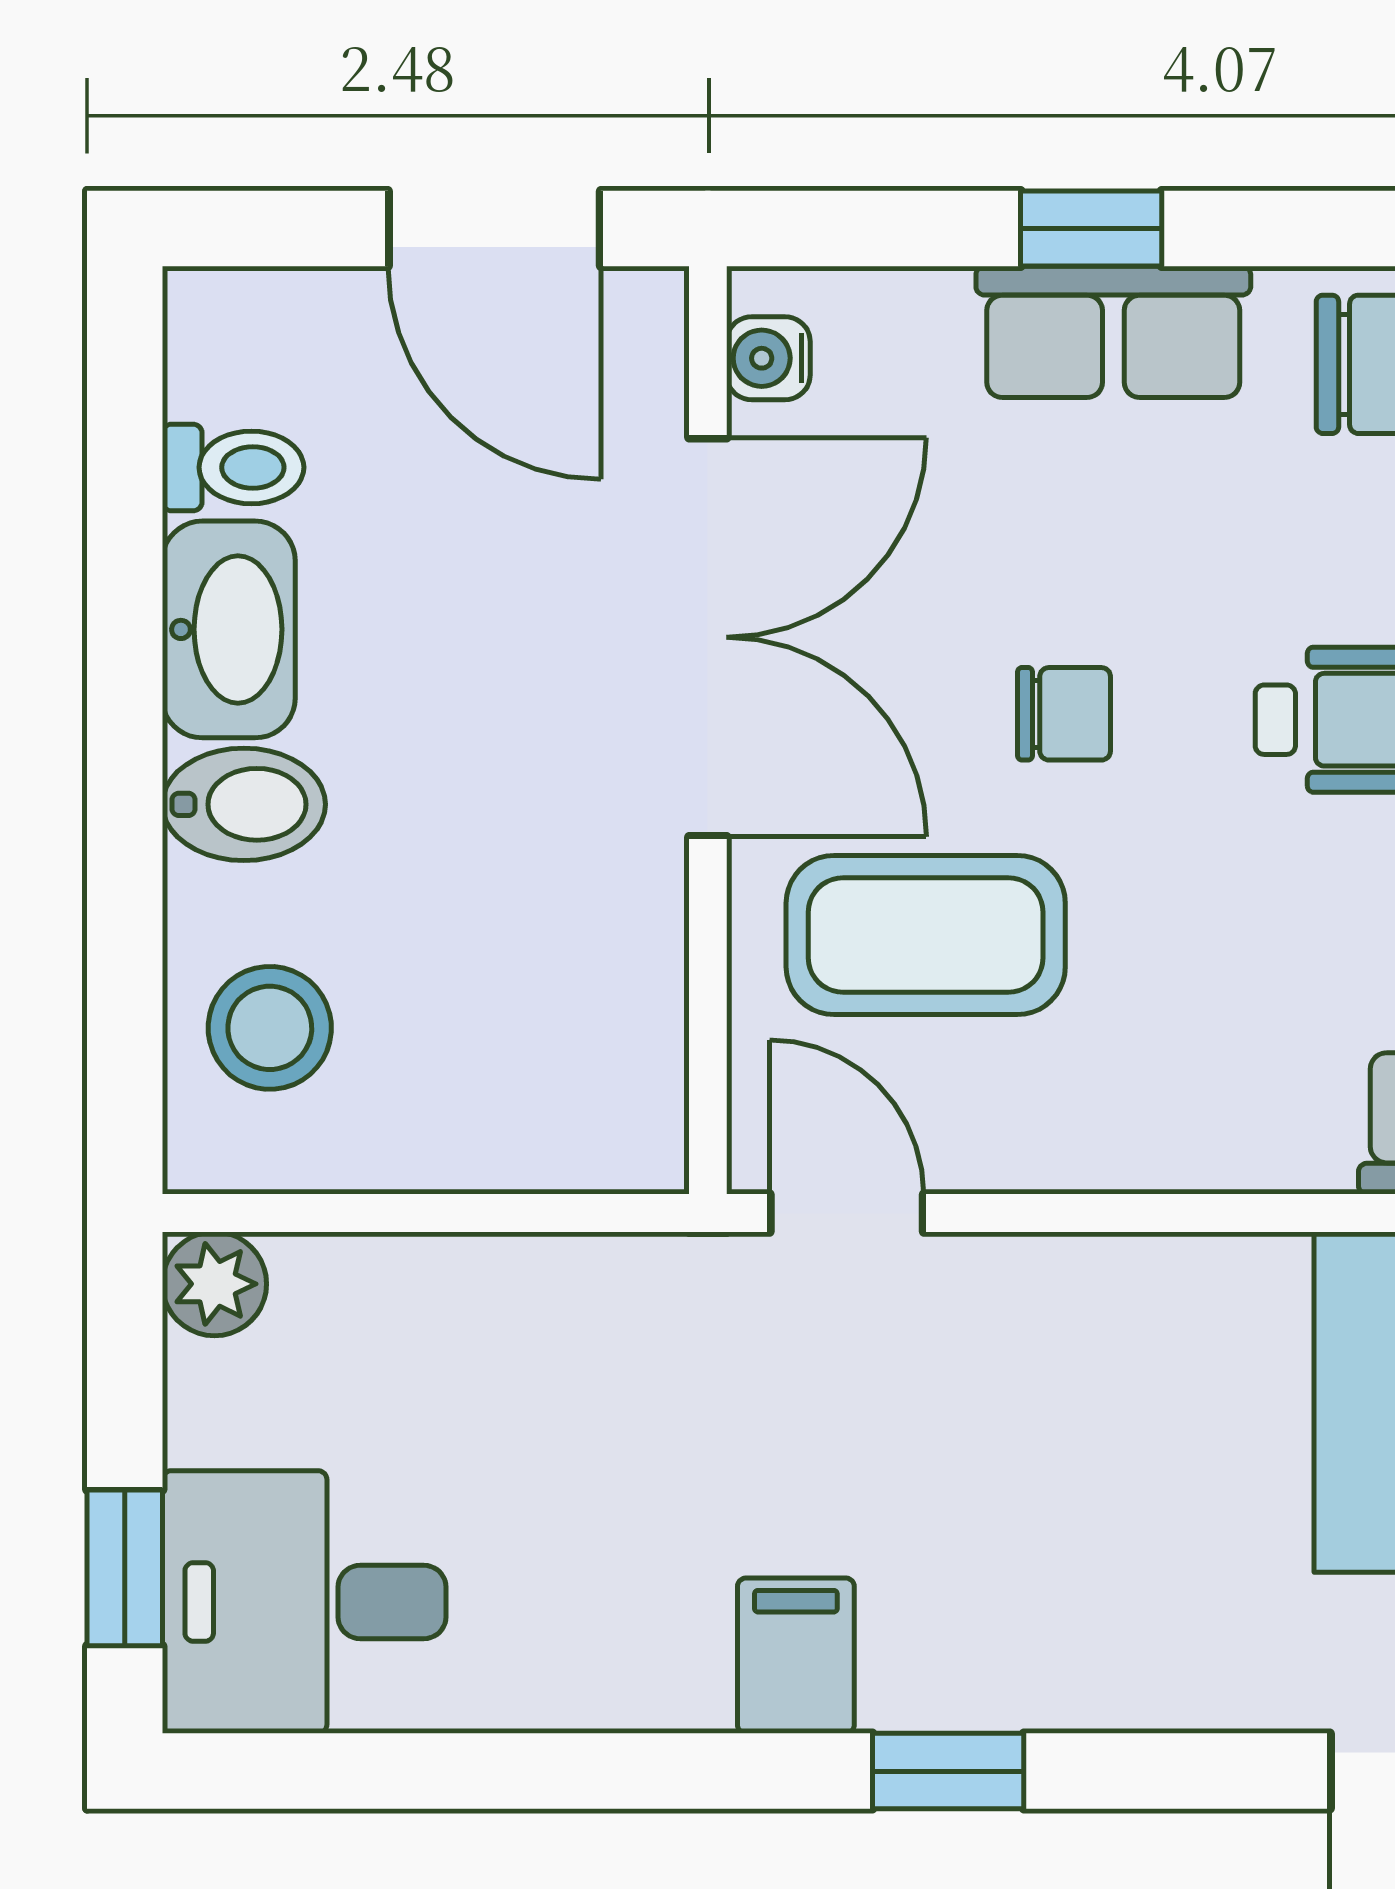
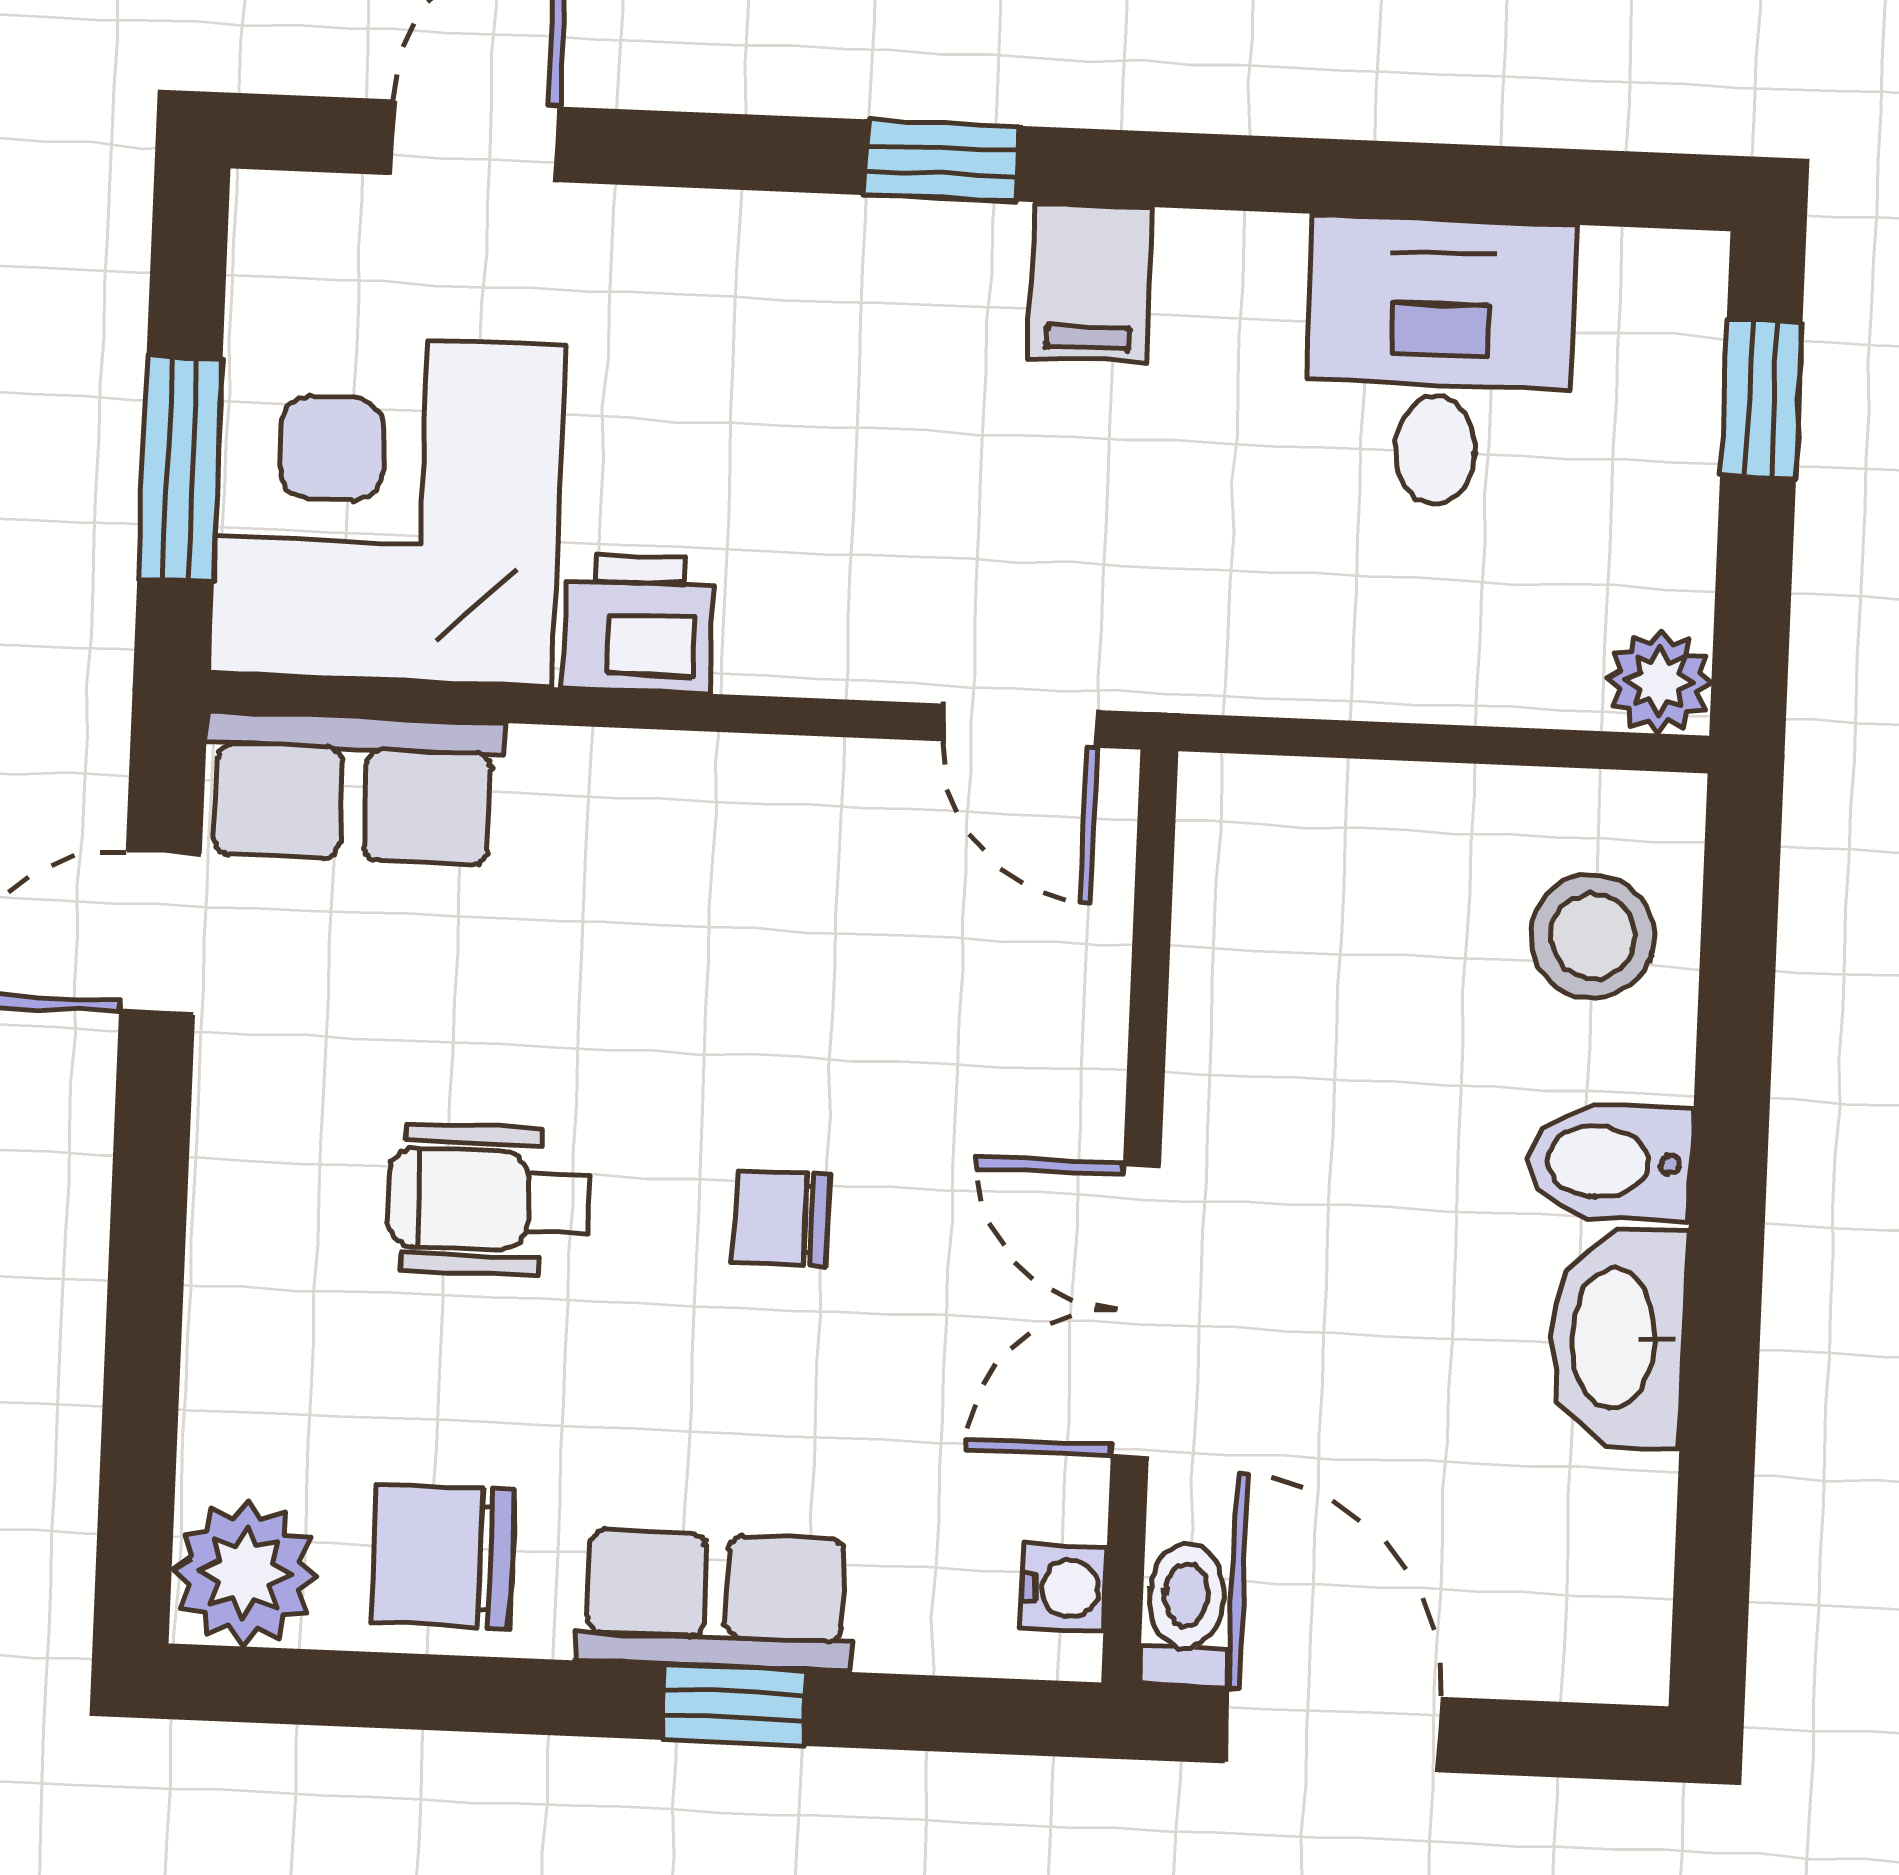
toilet: (233, 467) -> (1186, 1615), moved, turned 90
double door: (708, 637) -> (1136, 1310), width x0.73
coffee table: (926, 935) -> (929, 1002), removed
printer: (1230, 1299) -> (638, 623), added
desk: (304, 1602) -> (1439, 362), moved, turned -90

